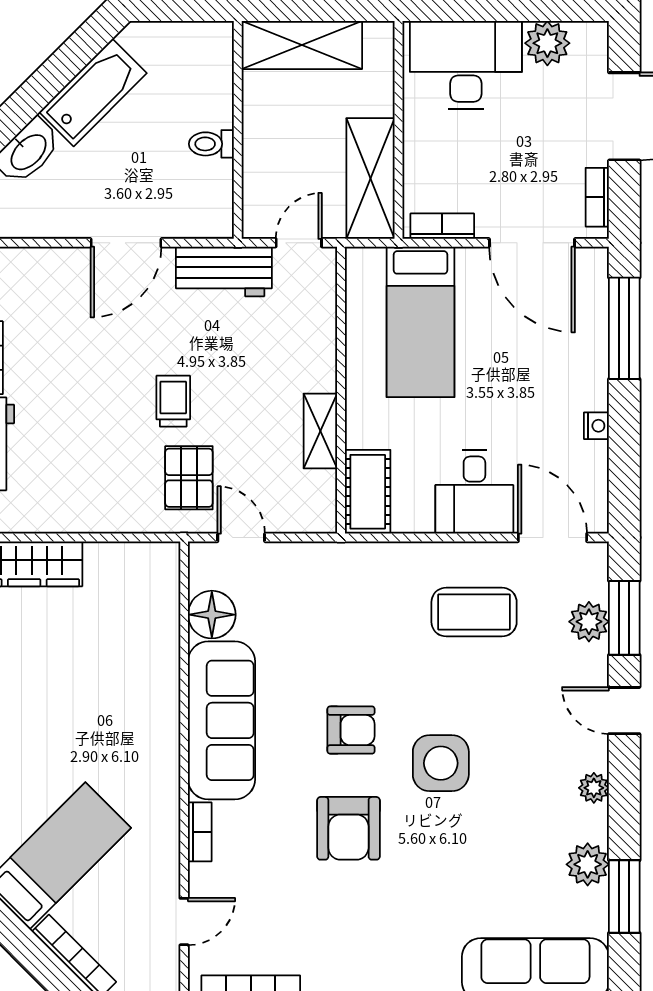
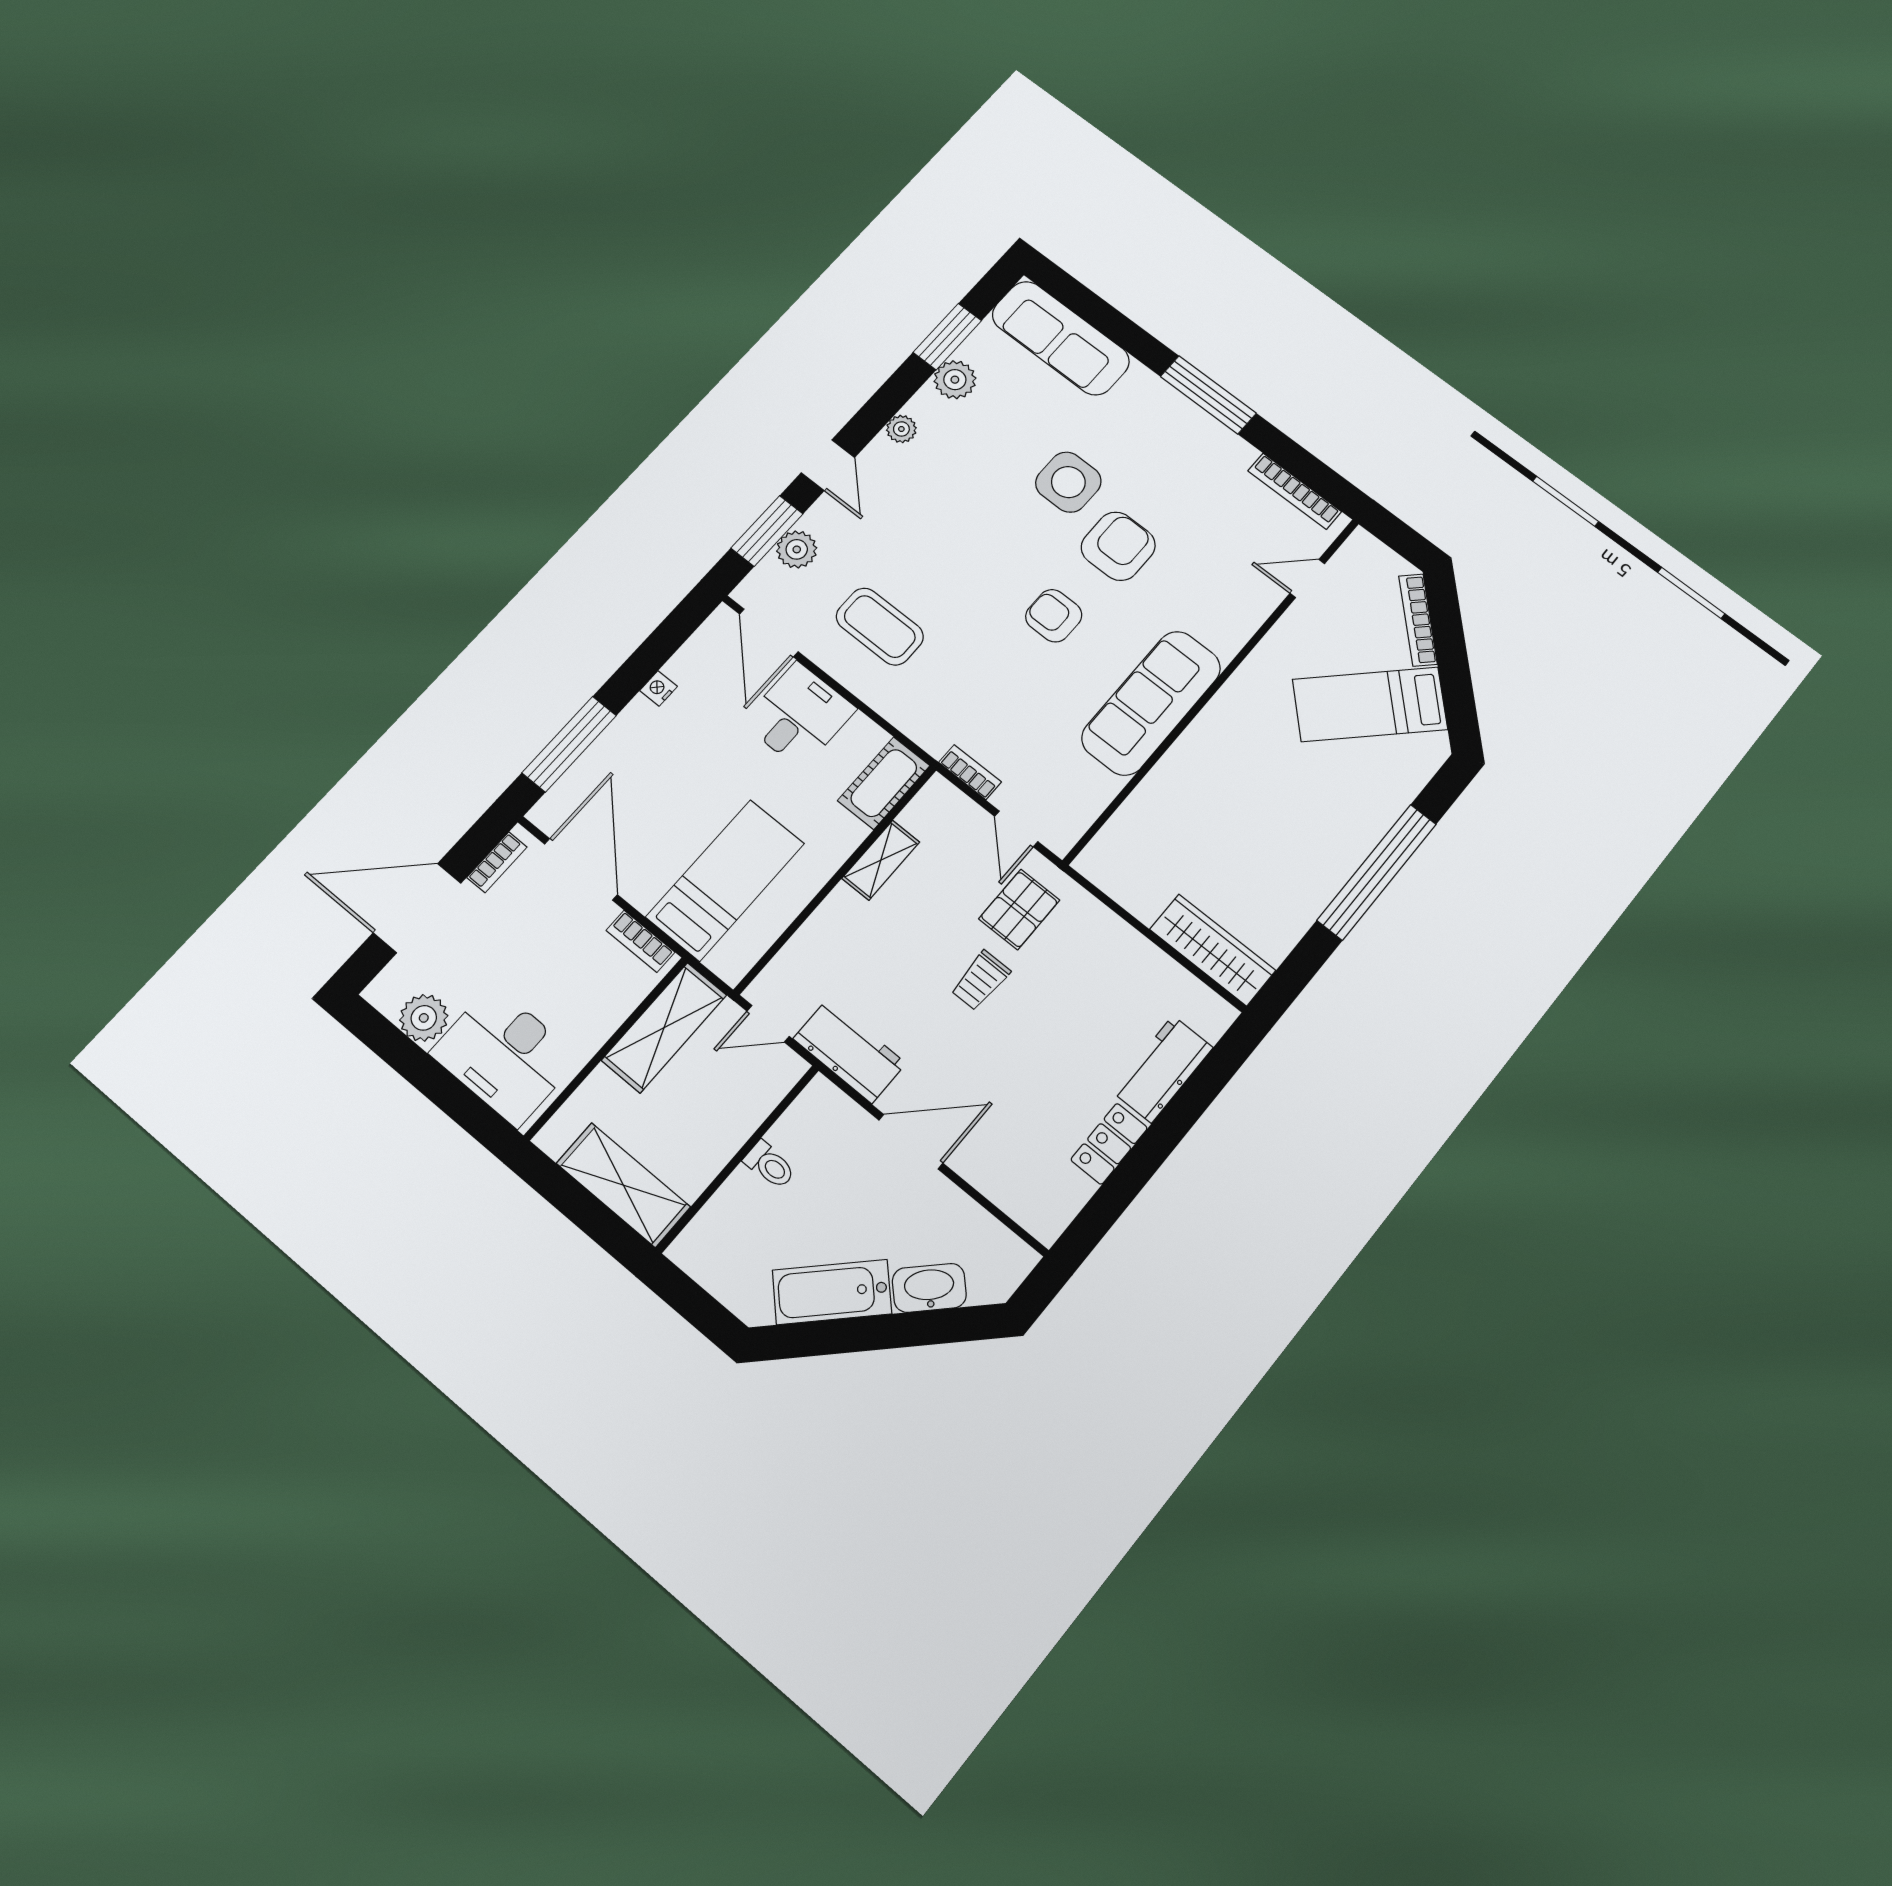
floor lamp: (212, 615) -> (1091, 789), removed
side table: (441, 763) -> (1068, 482), moved
bookcase: (200, 832) -> (970, 772), moved, turned 90

